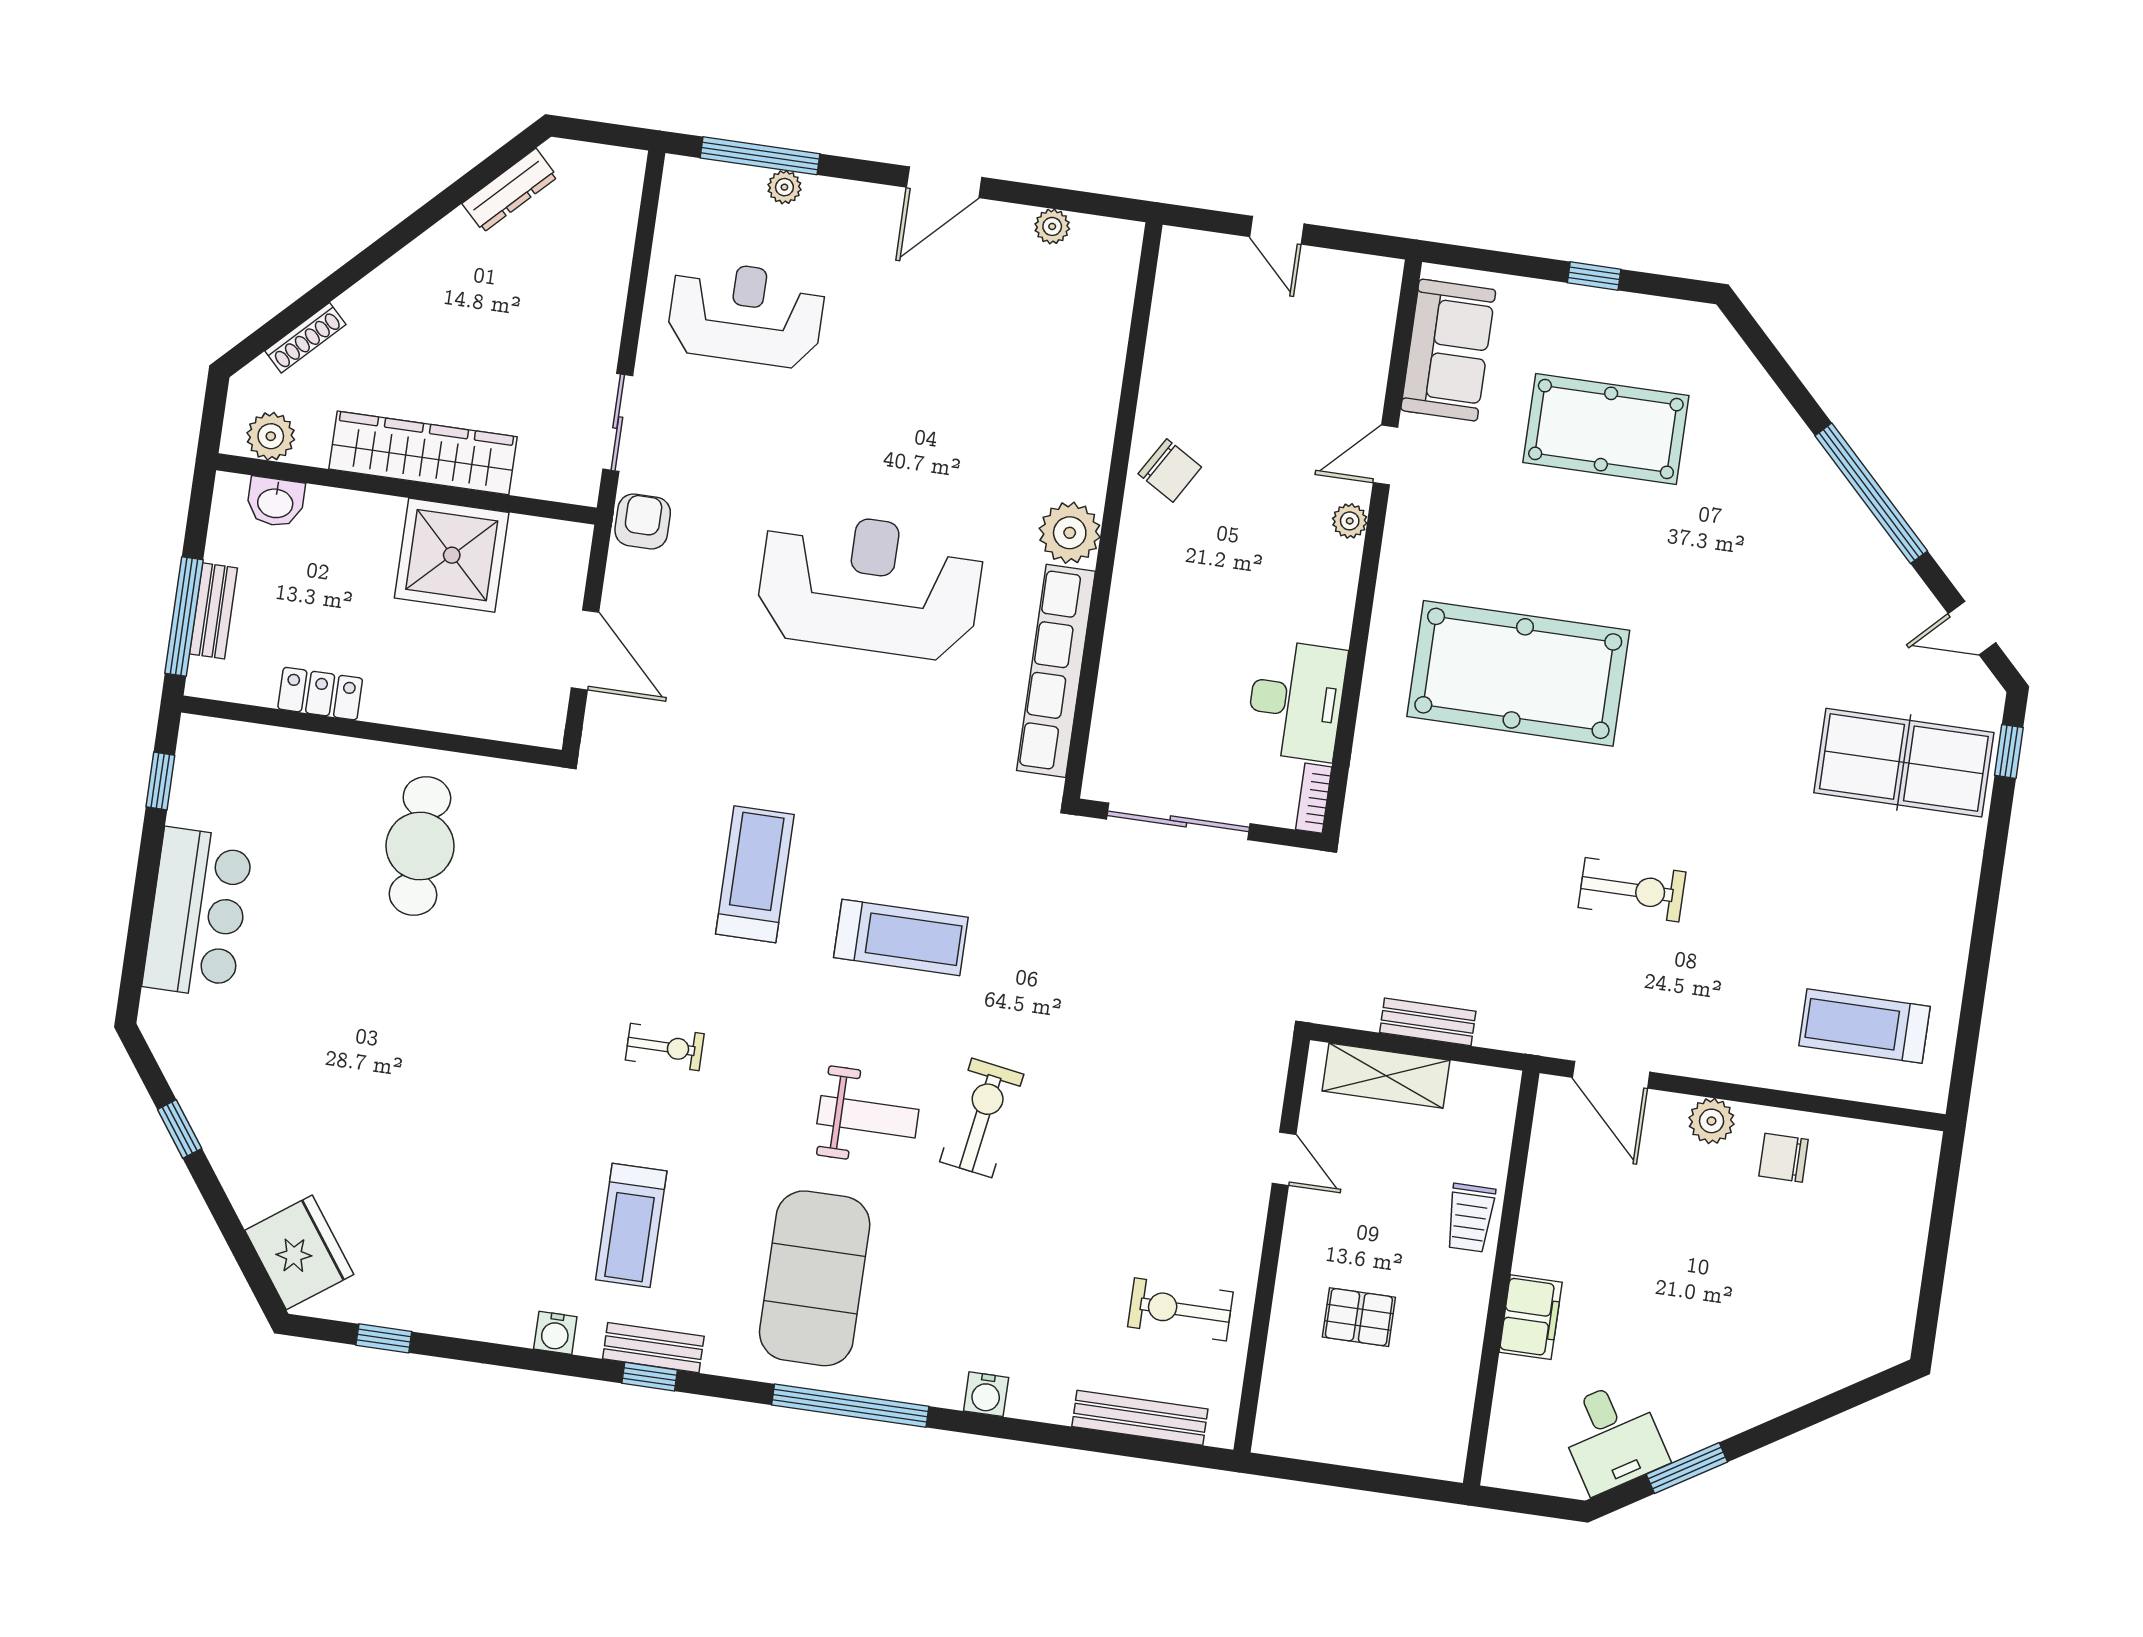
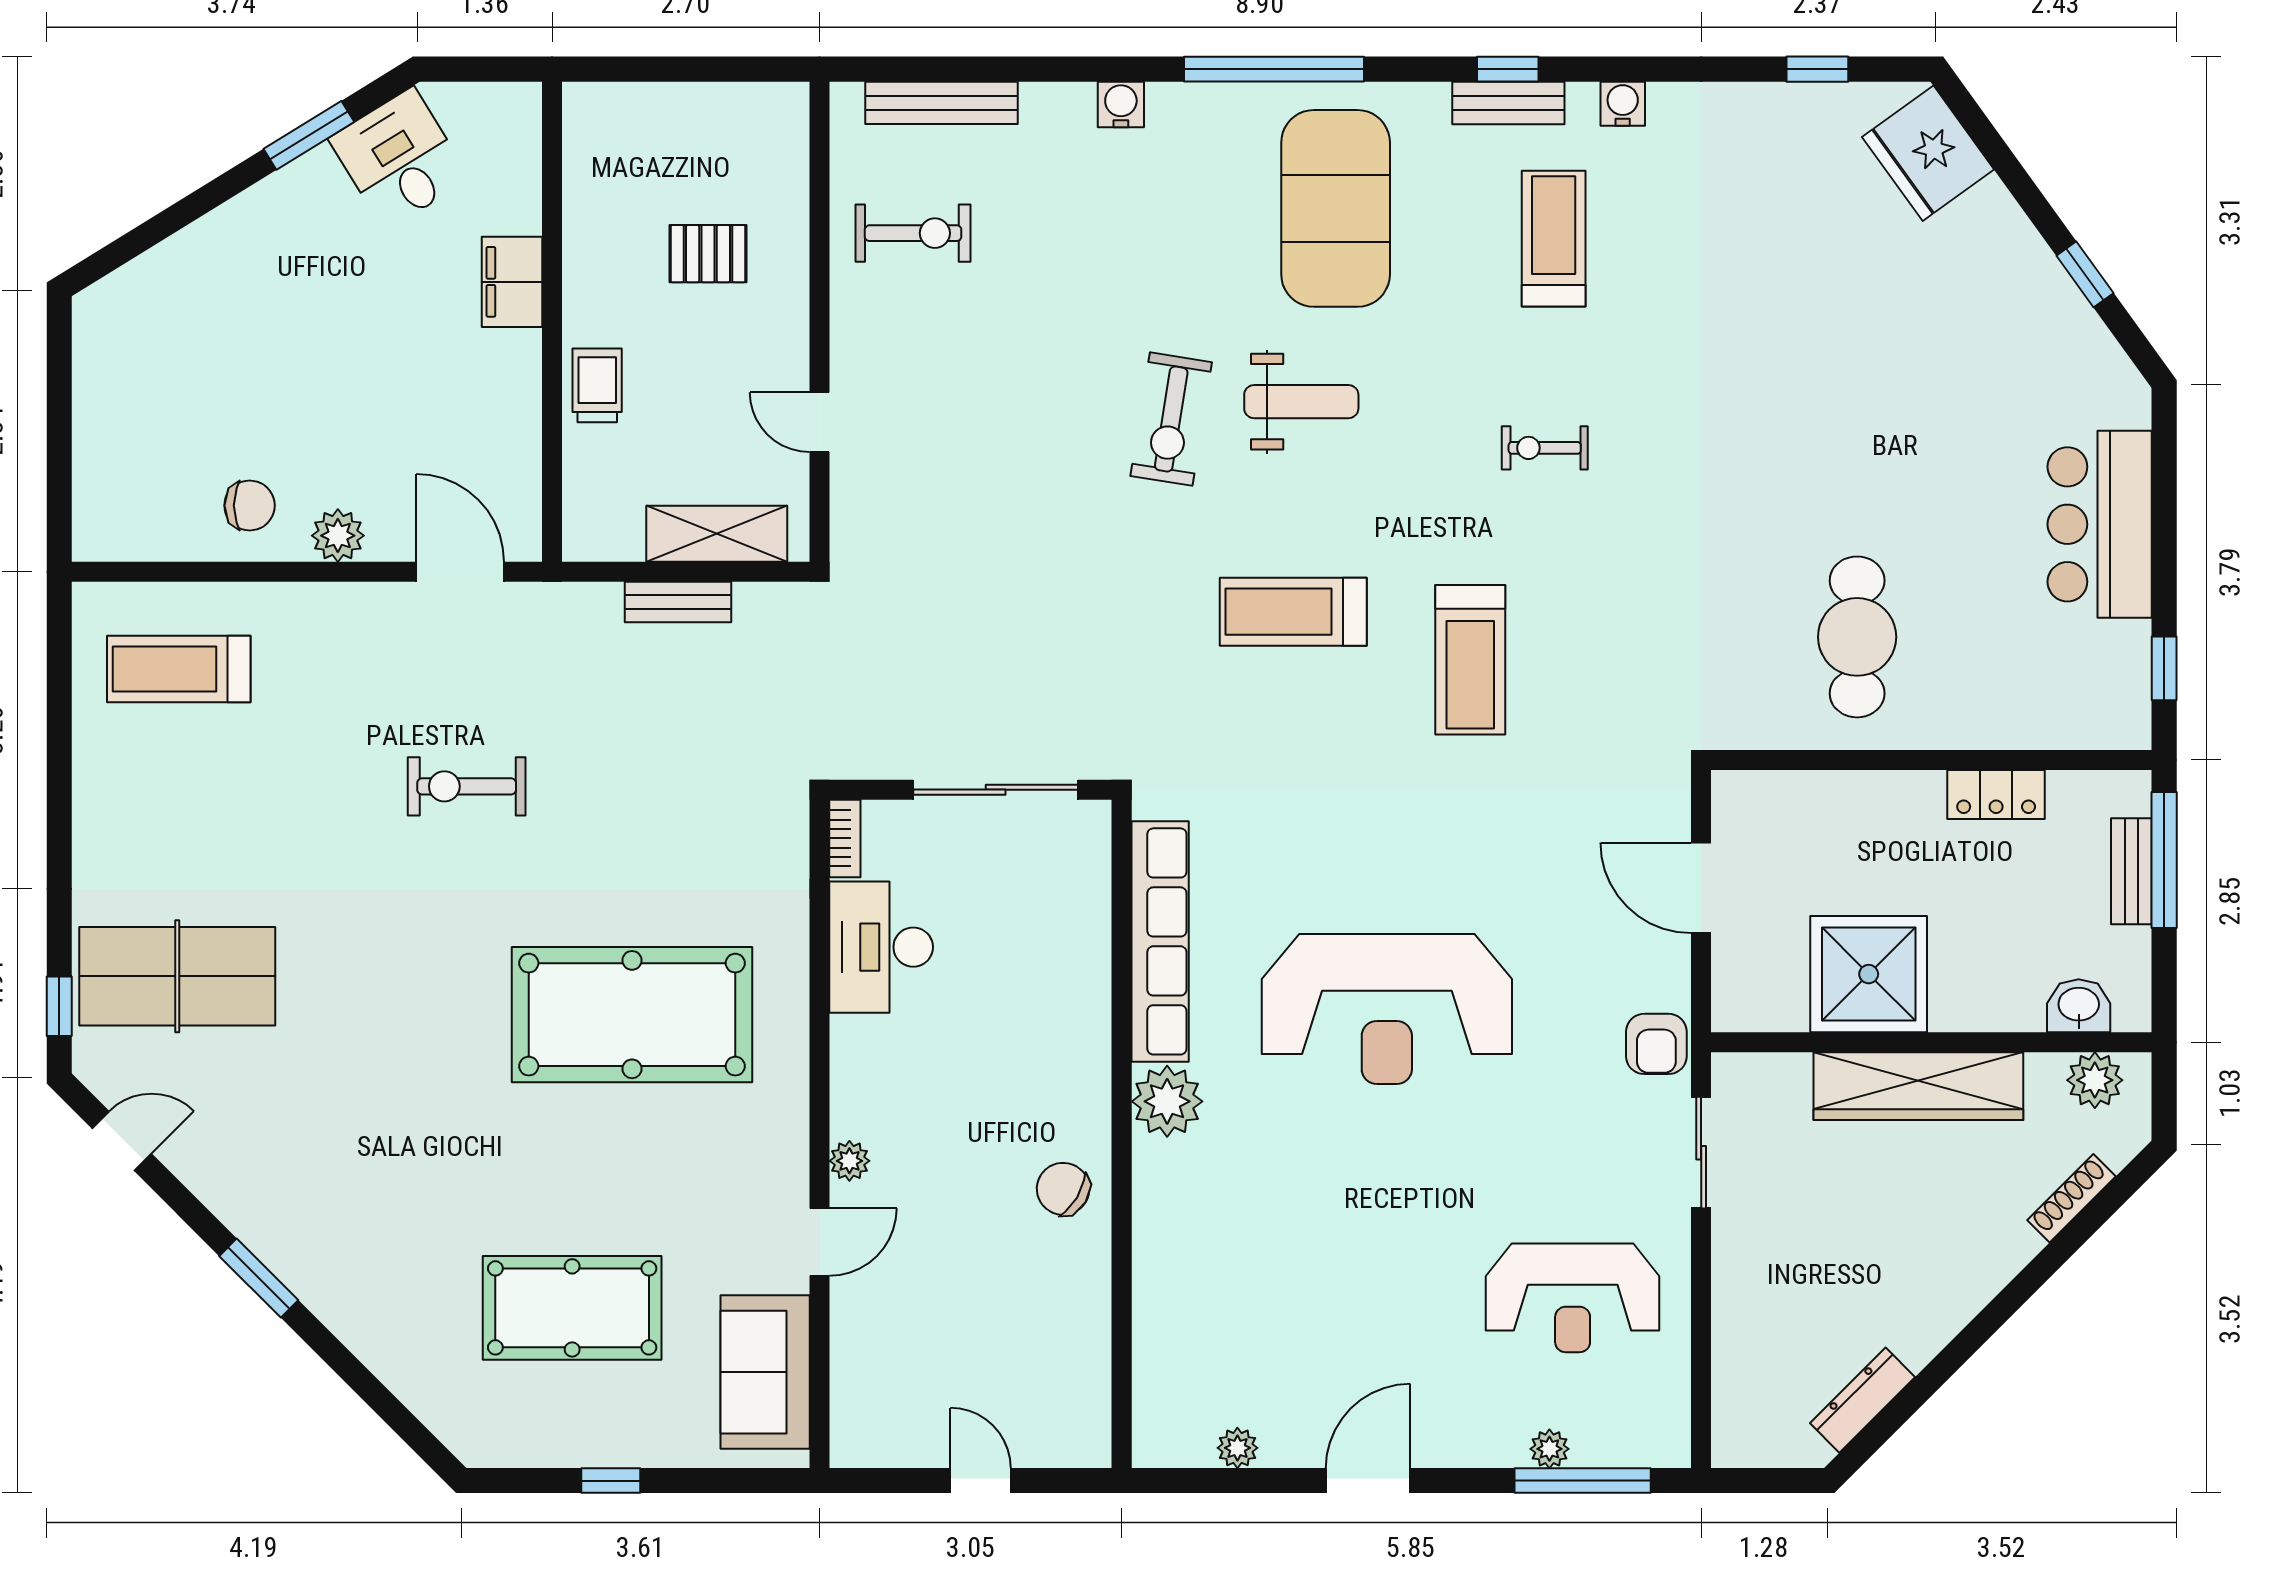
window: (1871, 493) -> (259, 1278), width x0.47
treadmill: (1865, 1026) -> (179, 669), turned 180
weight bench: (868, 1117) -> (1301, 402), turned 180

